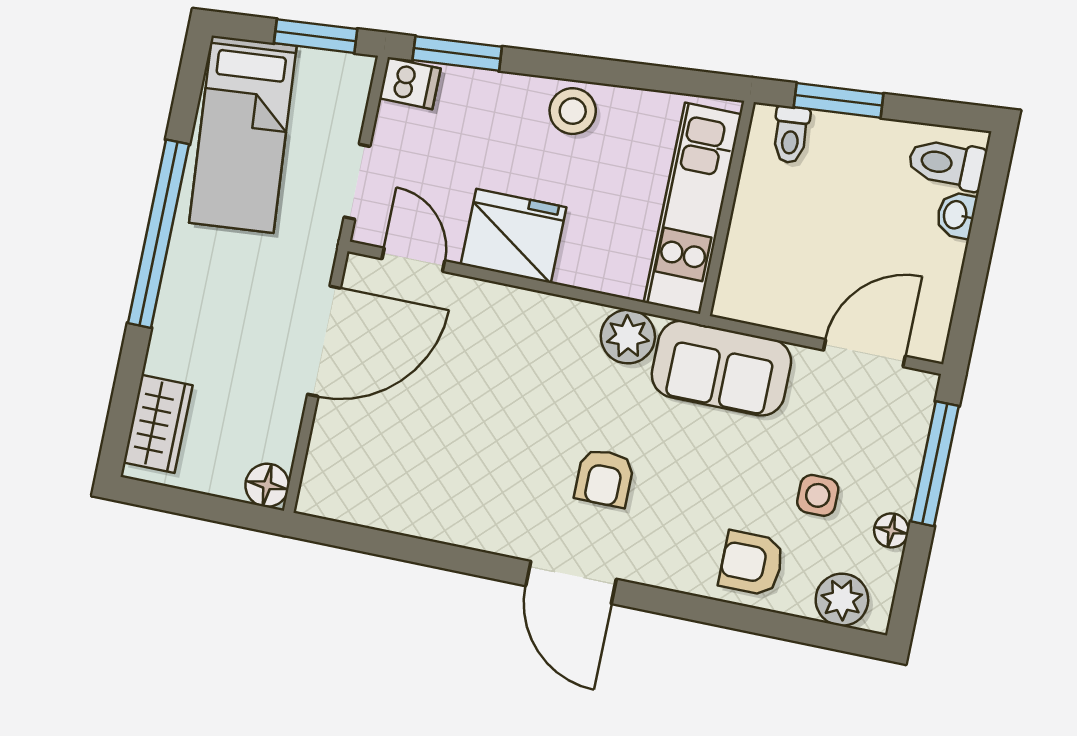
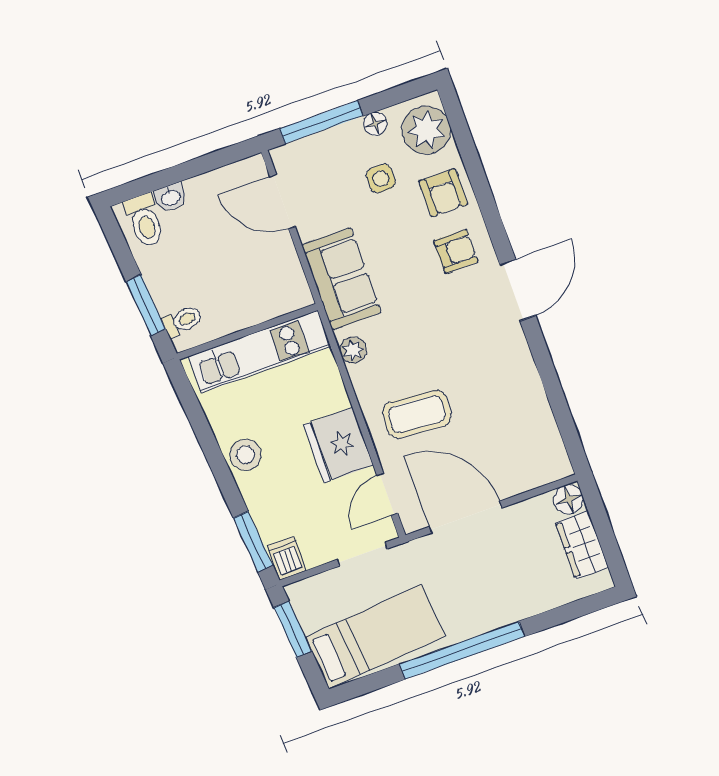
plant: (628, 337) -> (353, 350), width x0.73, depth x0.73
coffee table: (492, 359) -> (417, 414), added
wardrobe: (158, 424) -> (582, 545), moved, turned -90
armchair: (604, 478) -> (456, 251), moved
plant: (842, 600) -> (426, 130), width x1.36, depth x1.36

